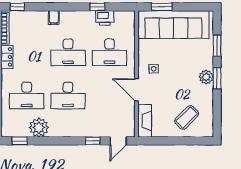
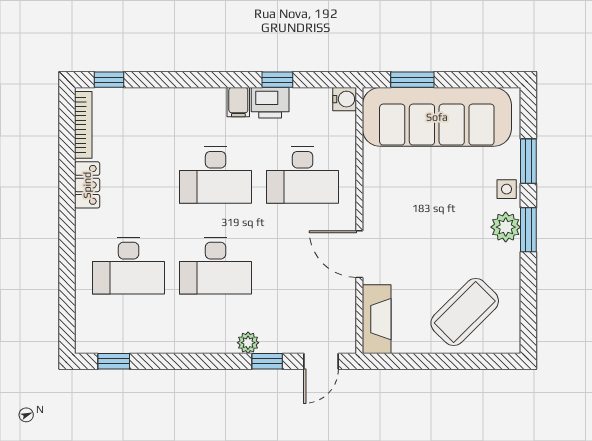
water cooler: (129, 16) -> (345, 99), added
filing cabinet: (54, 18) -> (238, 102), moved
printer: (105, 18) -> (270, 103), moved
side table: (154, 69) -> (507, 189), moved
coffee table: (187, 117) -> (465, 312), width x1.36, depth x1.32
plant: (39, 128) -> (248, 343), moved, width x0.53, depth x0.53

